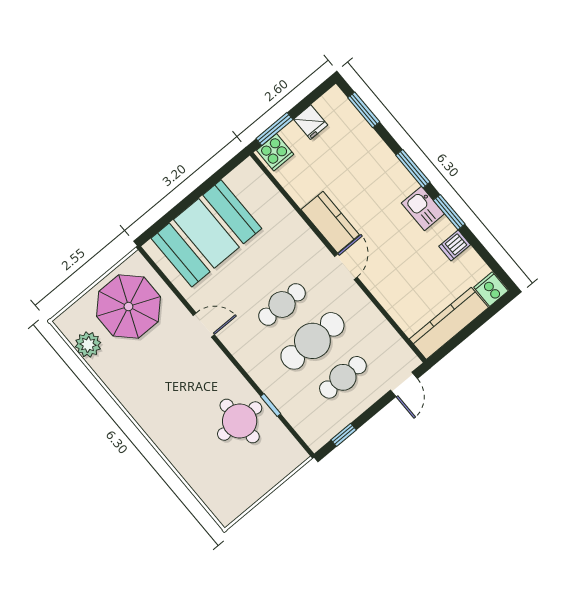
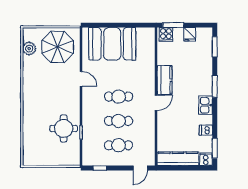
window: (449, 212) -> (215, 148), moved
cafe table: (312, 341) -> (119, 121), width x0.73, depth x0.74

